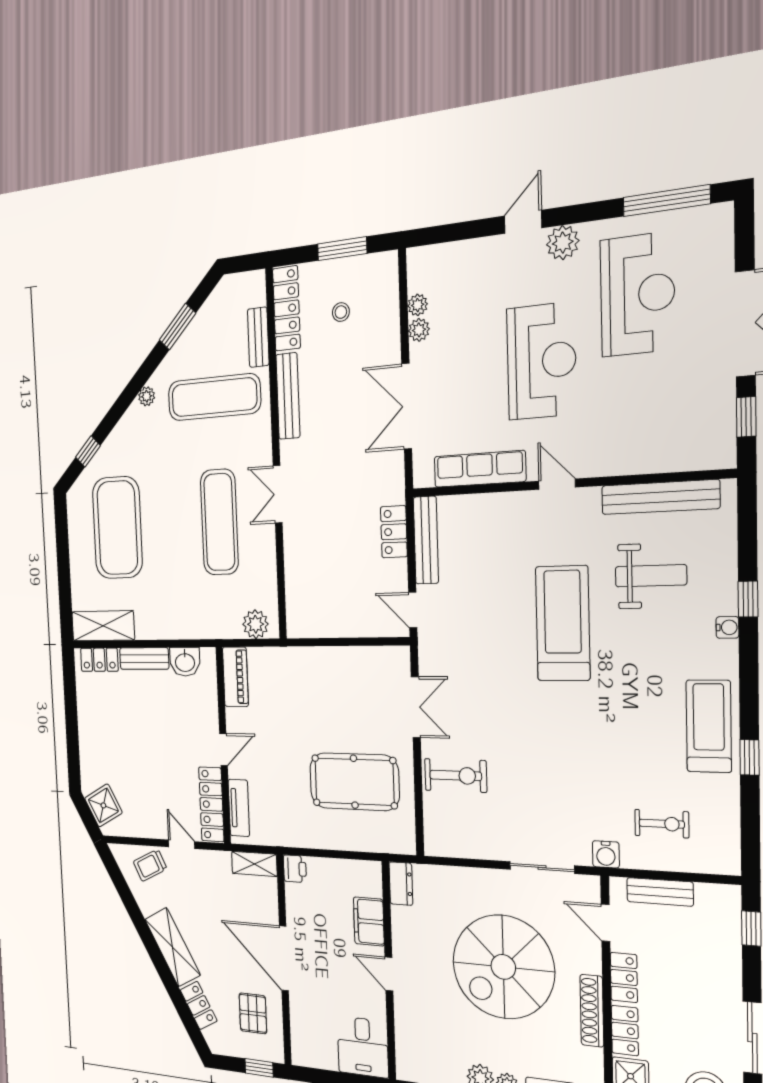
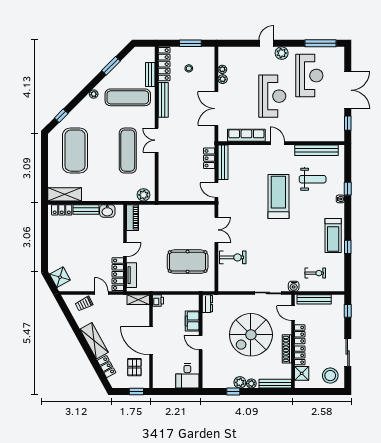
treadmill: (709, 726) -> (333, 236), turned 180
bench: (660, 892) -> (314, 299), width x1.36

